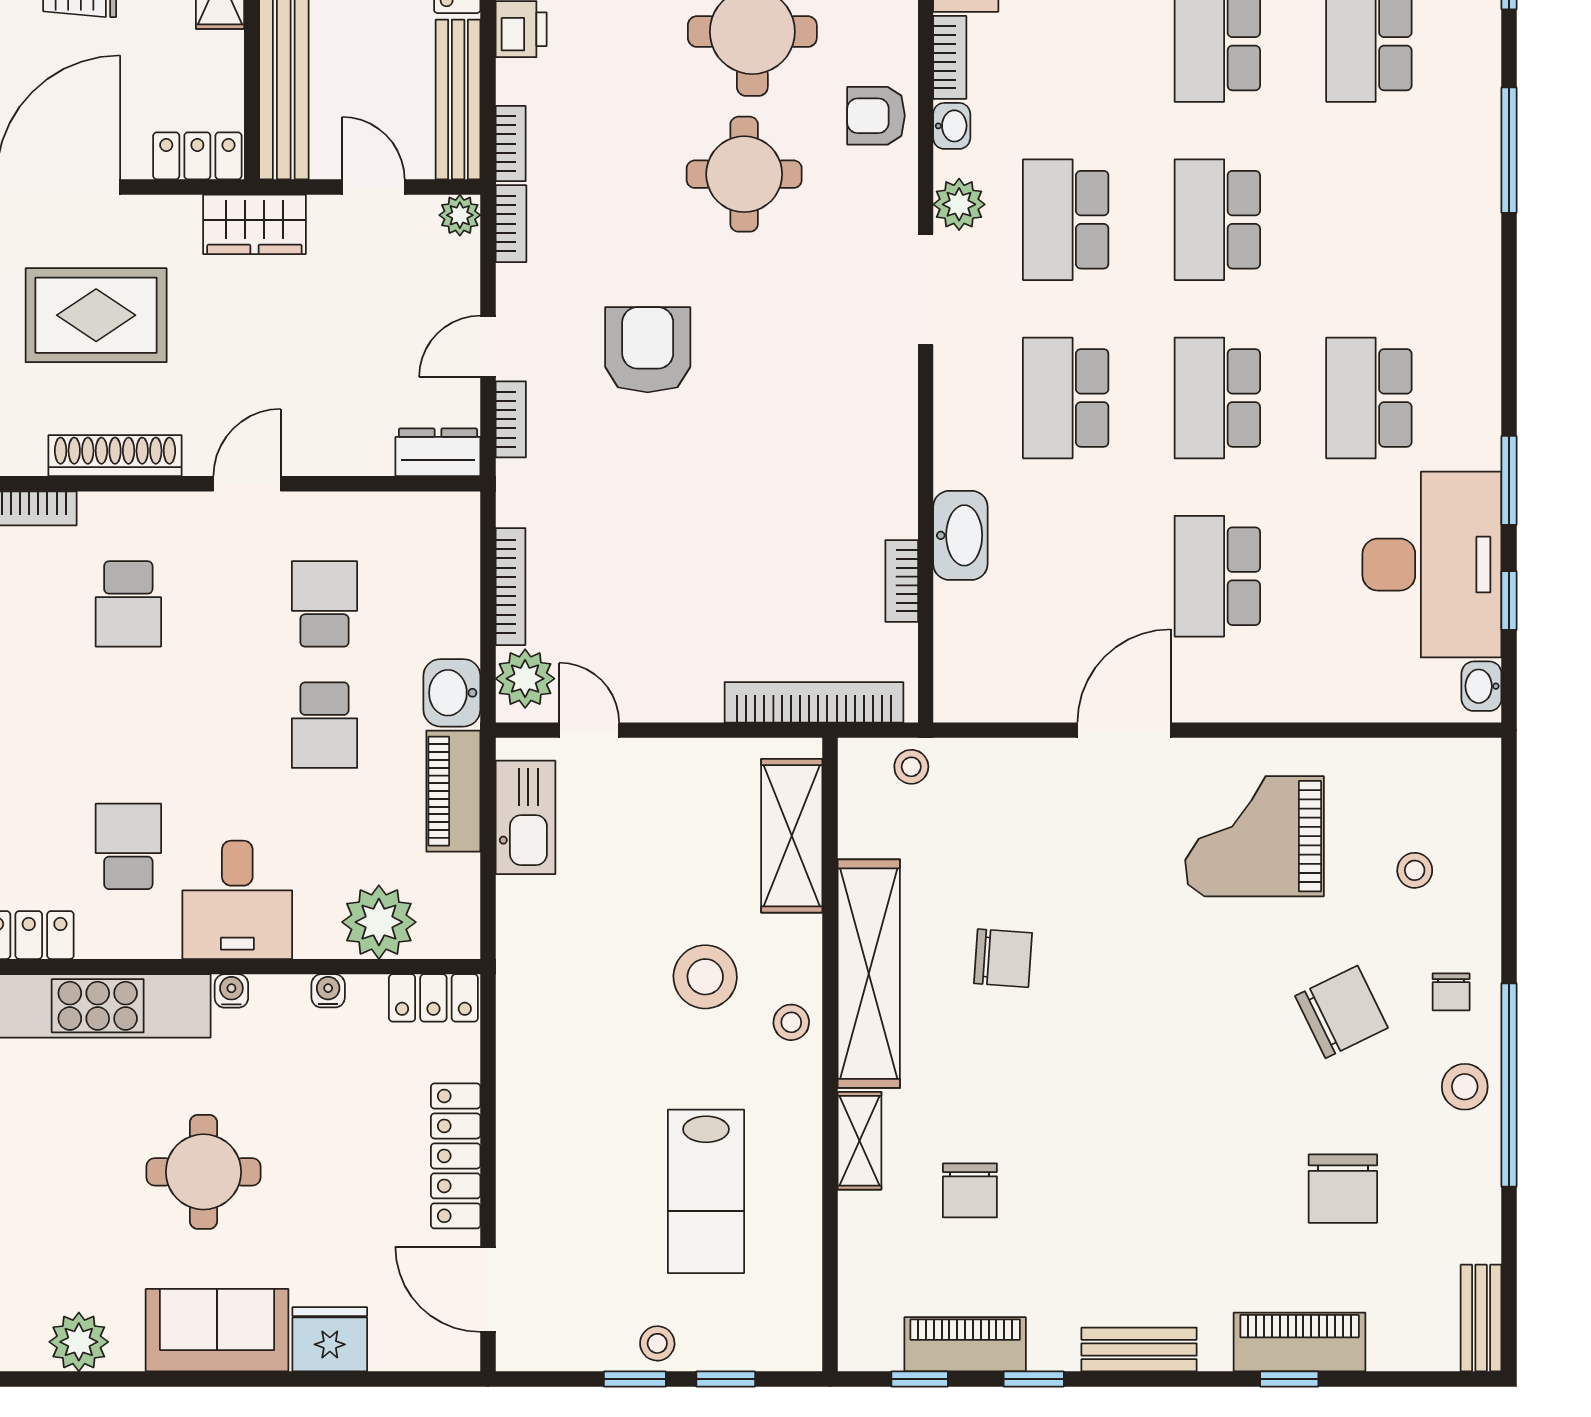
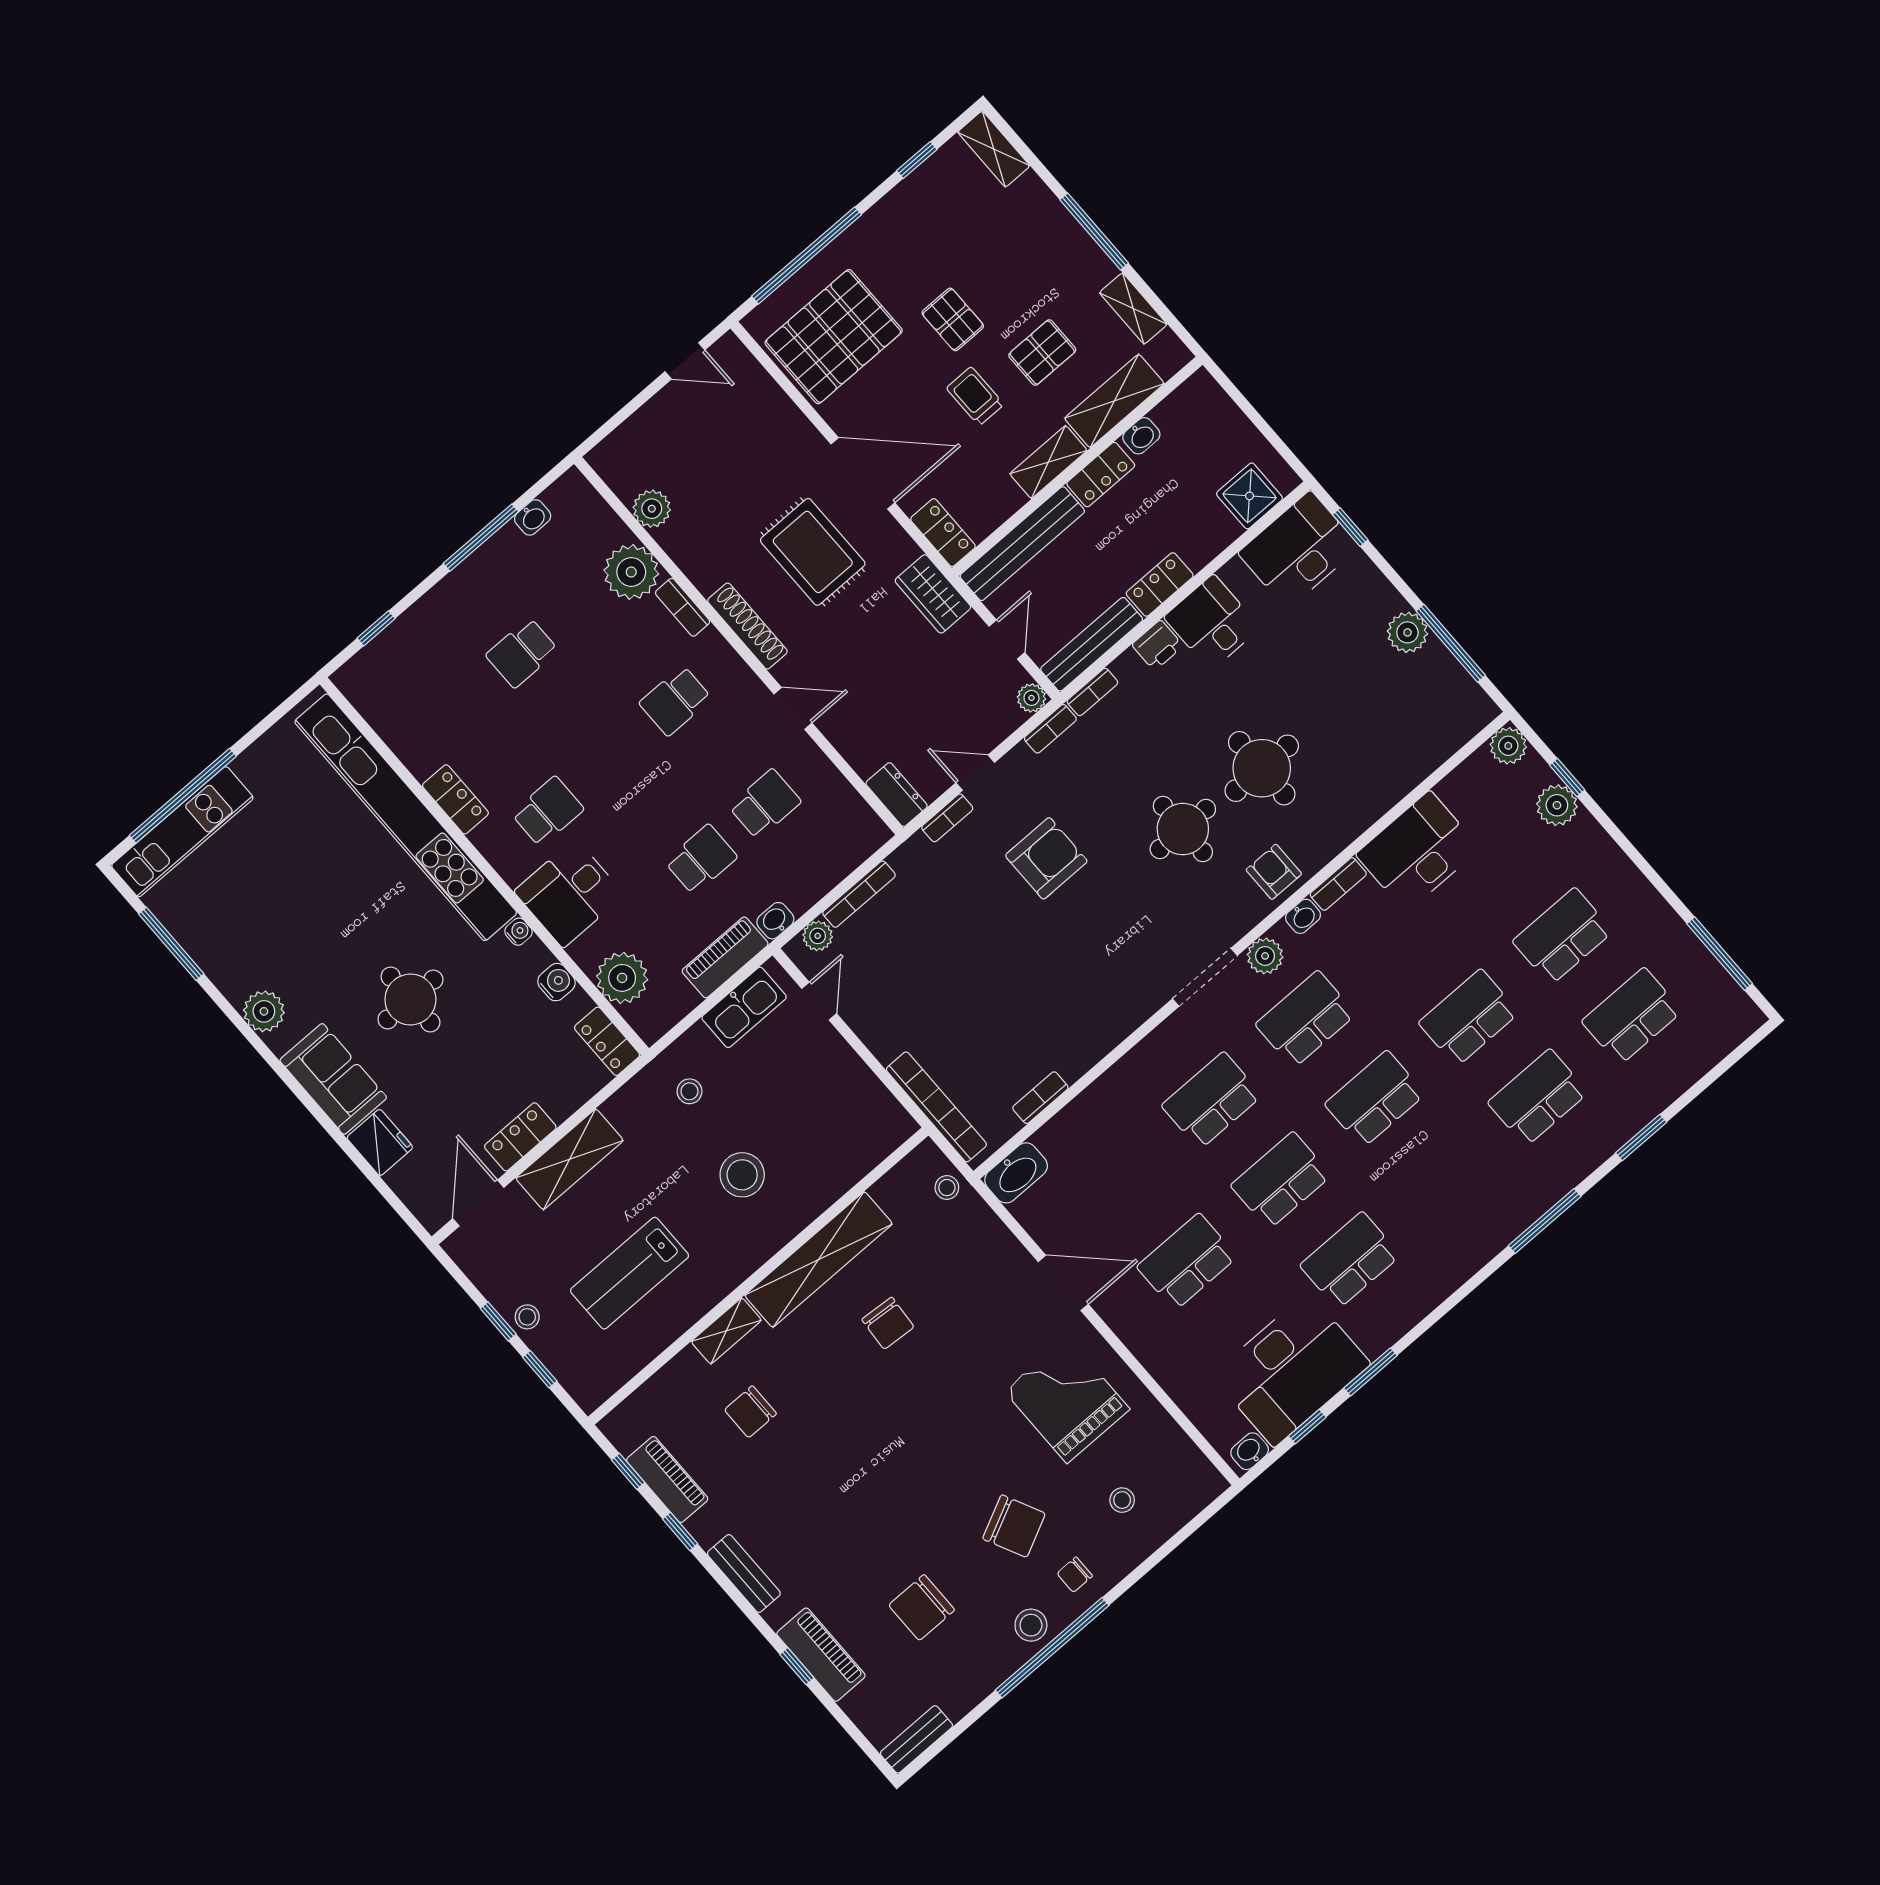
washbasin: (960, 535) -> (1016, 1173), moved
plant: (525, 679) -> (818, 936), width x0.73, depth x0.73
washbasin: (452, 693) -> (775, 921), width x0.72, depth x0.69
school desk: (324, 725) -> (701, 859), turned 180
shelving: (792, 836) -> (570, 1159), moved
water cooler: (328, 991) -> (556, 982), width x1.38, depth x1.38
stool: (791, 1022) -> (689, 1091), moved
locker: (456, 1156) -> (520, 1137), width x0.66

